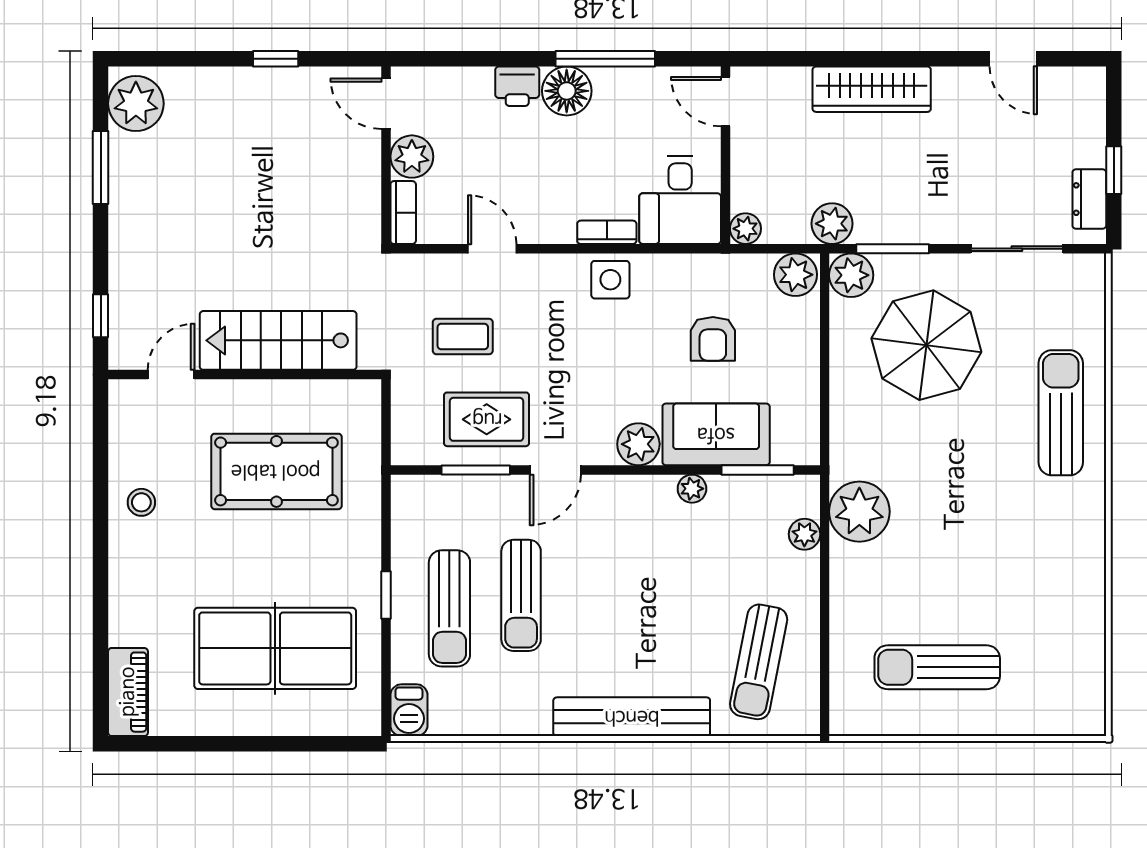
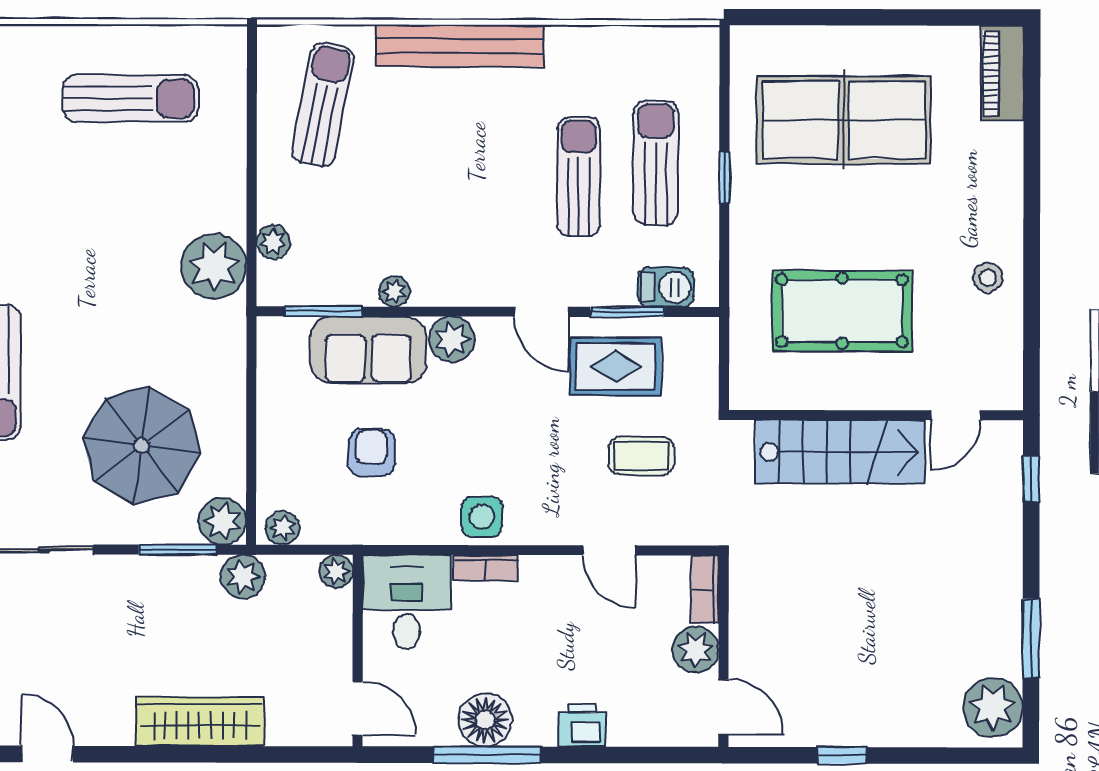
floor lamp: (567, 91) -> (485, 720), moved
plant: (795, 275) -> (282, 528), width x0.73, depth x0.73
door: (555, 470) -> (542, 312), swing flipped
barbecue: (409, 710) -> (666, 287), moved, turned 90

